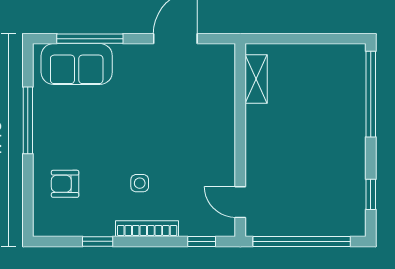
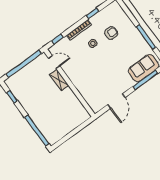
shelving: (256, 79) -> (59, 80), moved
armchair: (65, 184) -> (111, 33), moved

